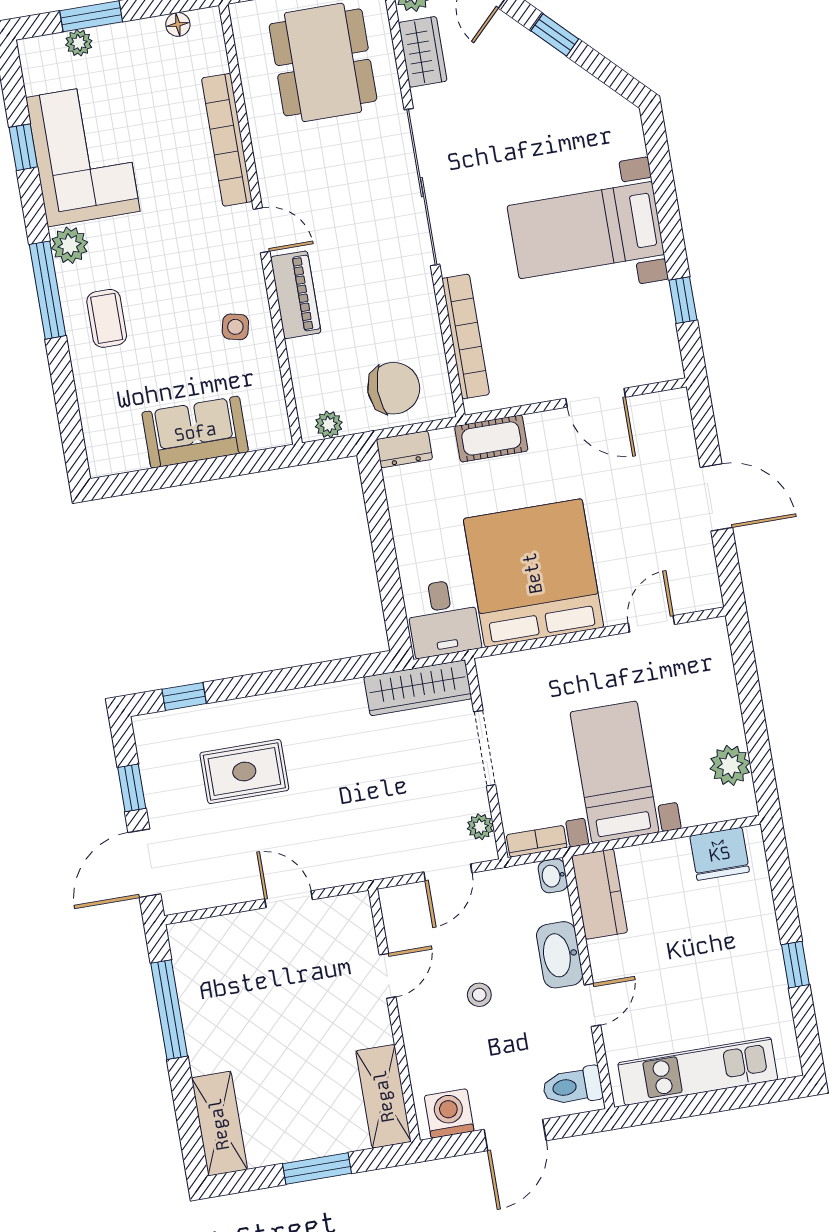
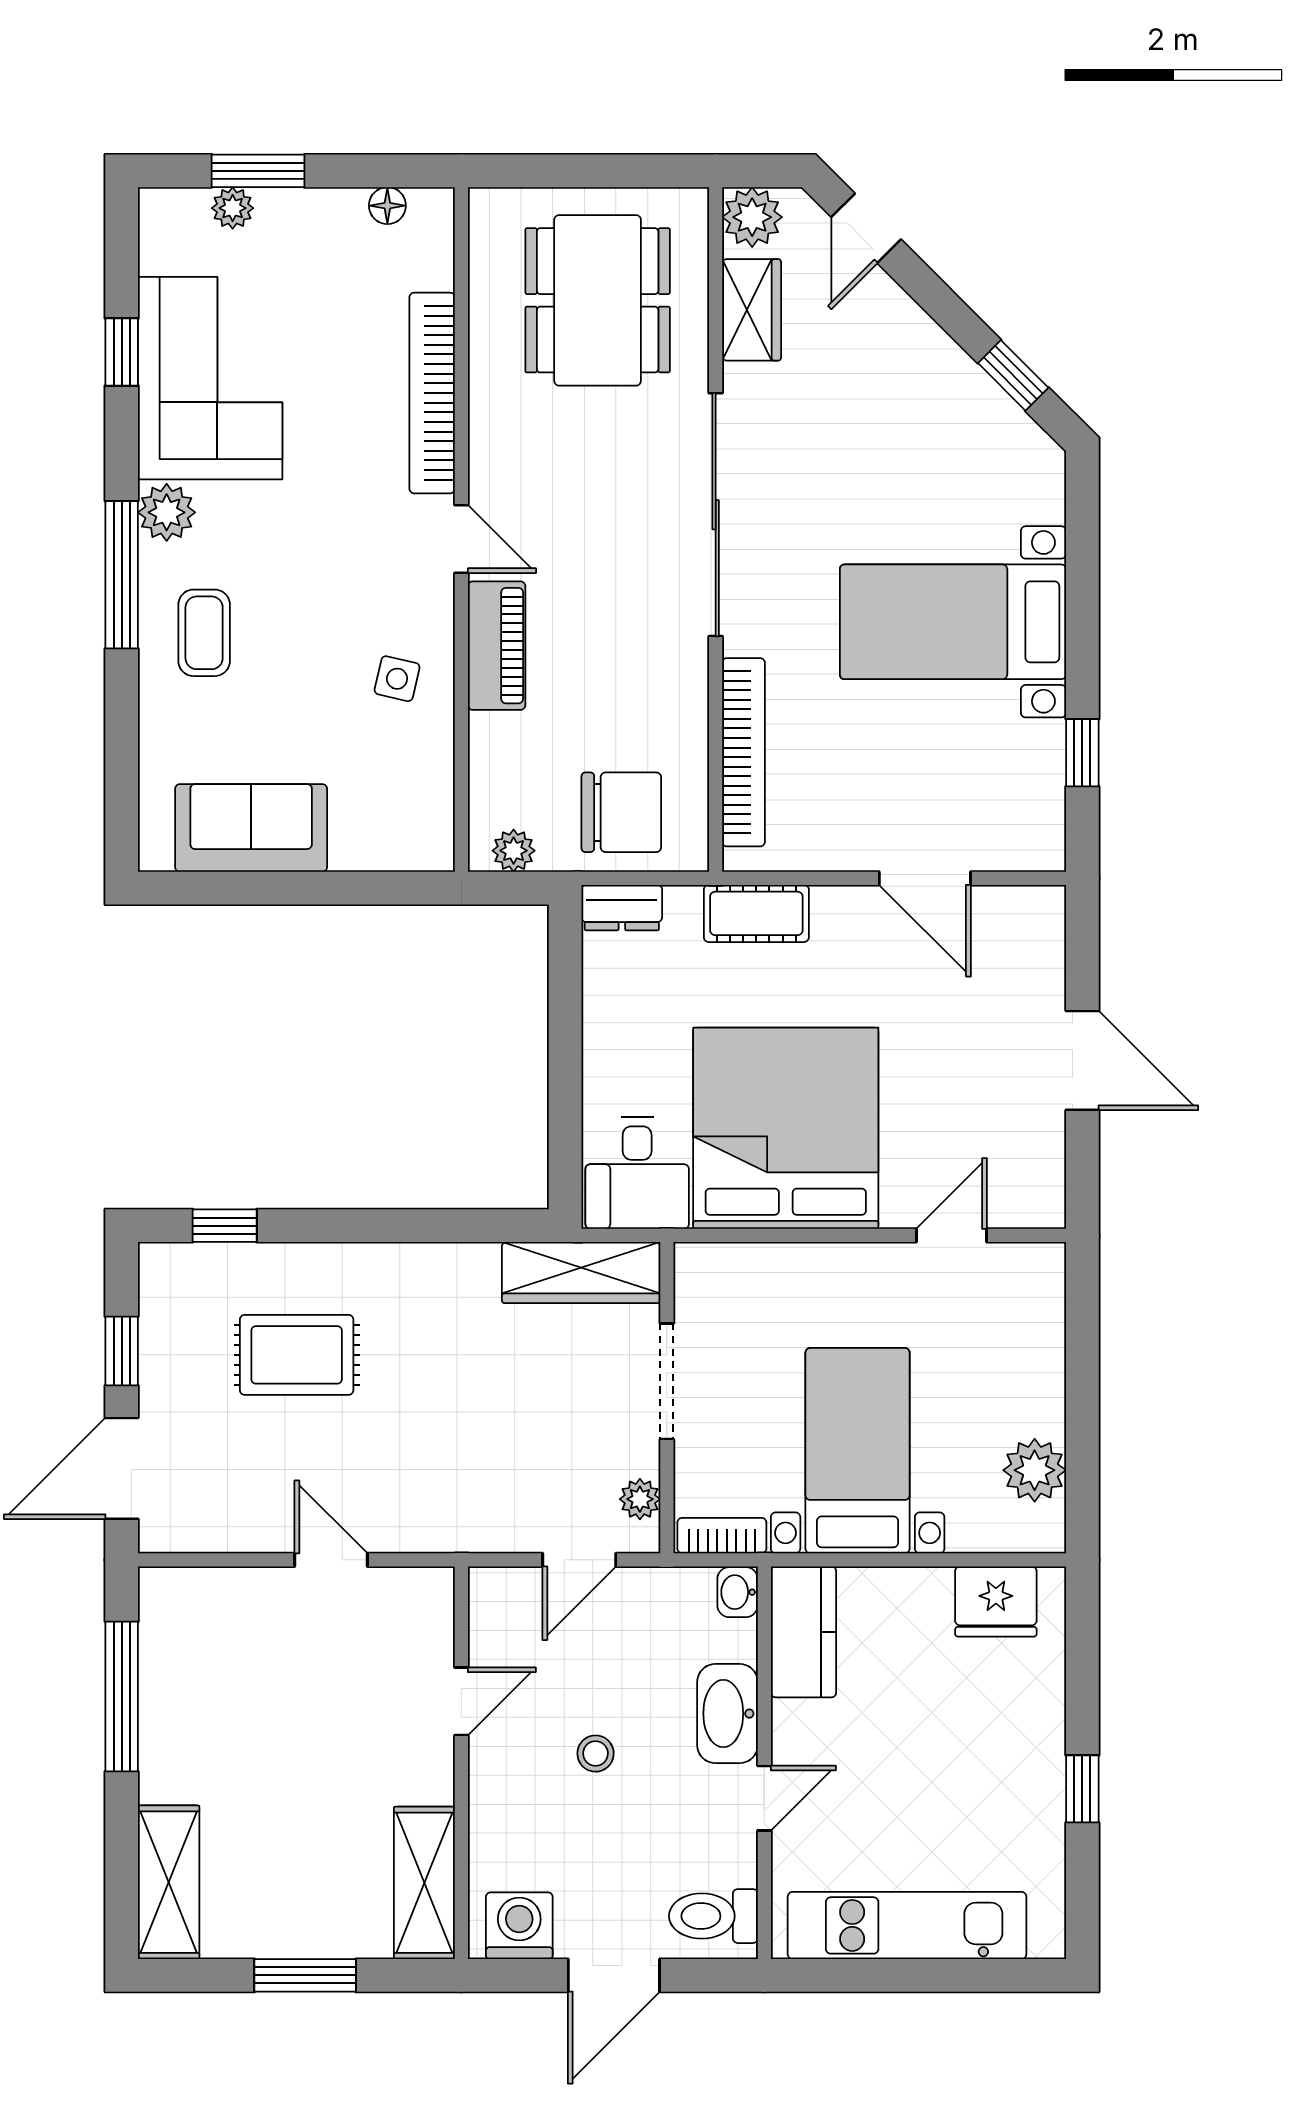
window: (555, 35) -> (1013, 375), moved
sofa: (195, 432) -> (251, 828), moved

